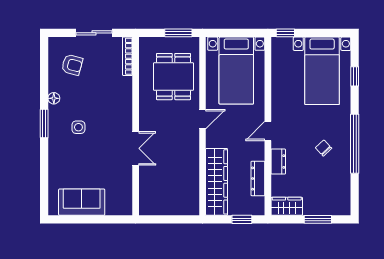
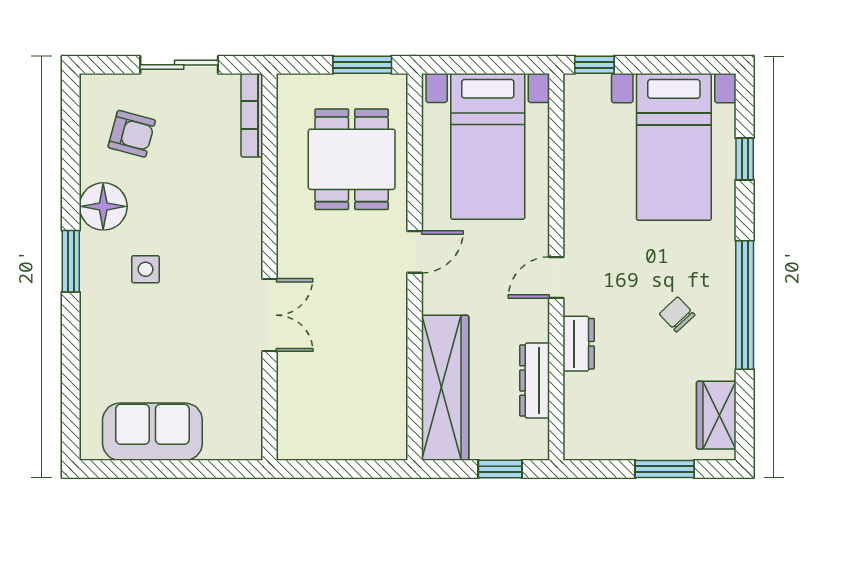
floor lamp: (54, 98) -> (103, 206), width x1.89, depth x1.89
wardrobe: (287, 206) -> (716, 415), moved, turned -90

